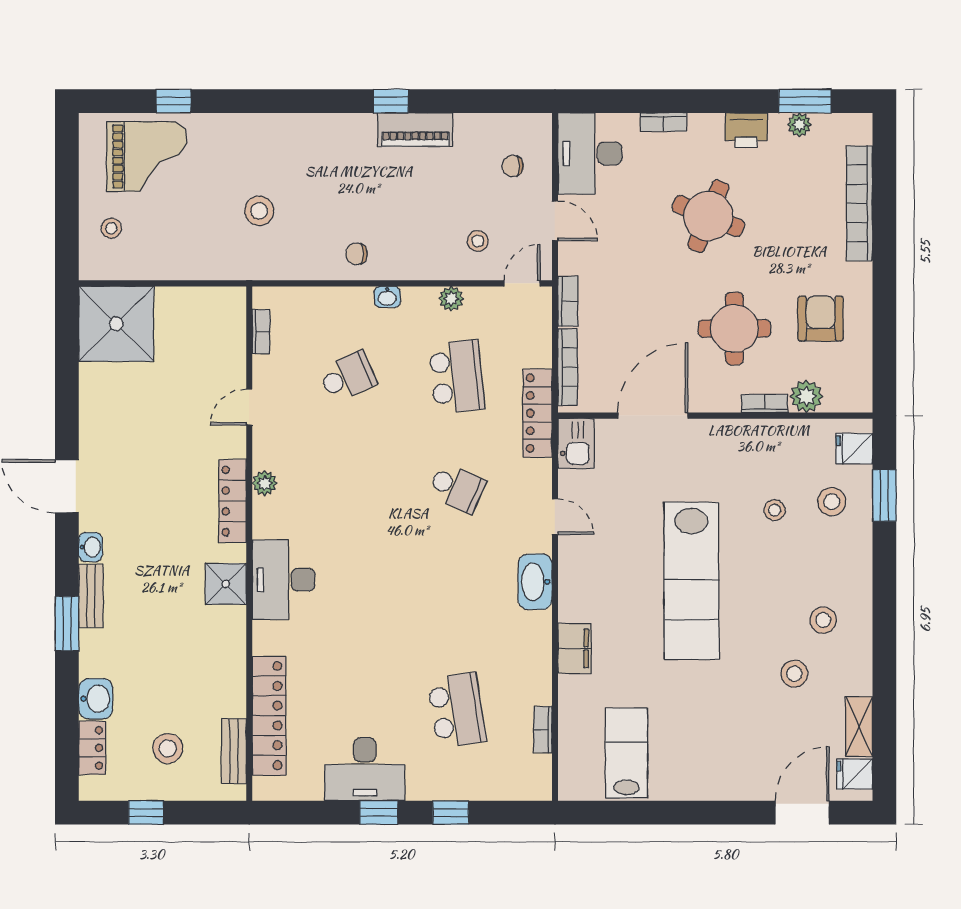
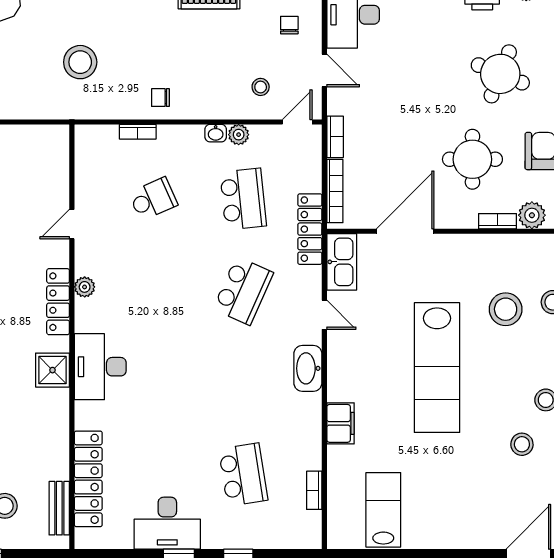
chair: (513, 166) -> (289, 25), turned 90
stool: (259, 211) -> (80, 62), width x1.38, depth x1.38
round table: (708, 216) -> (500, 74), moved
washbasin: (387, 297) -> (216, 133), moved
bookcase: (261, 332) -> (138, 132), moved, turned 90
kitchen sink: (576, 443) -> (342, 262), width x1.38
school desk: (457, 488) -> (243, 291), width x1.85
stool: (775, 510) -> (506, 309), width x1.89, depth x1.89

